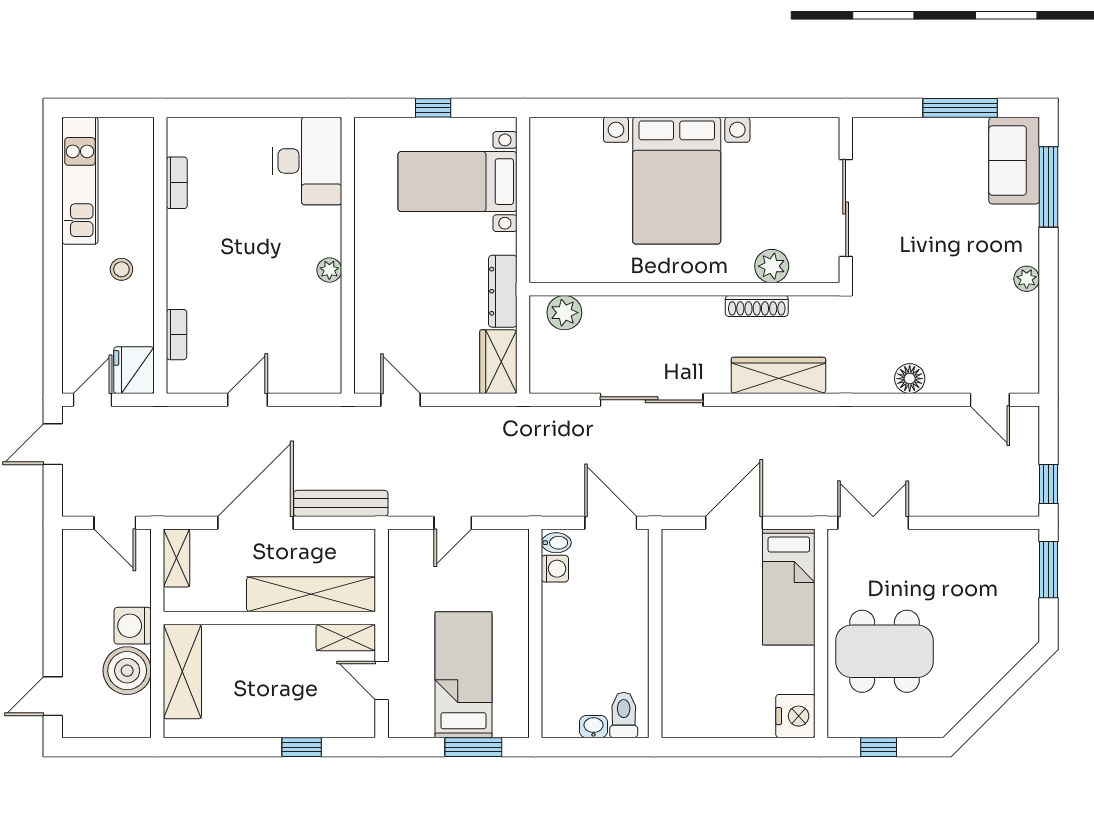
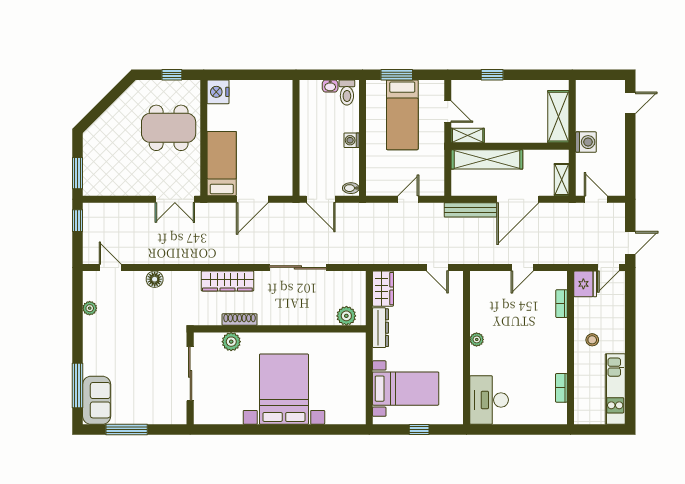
plant: (1027, 279) -> (90, 308), moved
washing machine: (555, 569) -> (352, 140), moved
boiler: (127, 671) -> (589, 117), removed
toilet: (624, 715) -> (347, 92), moved

